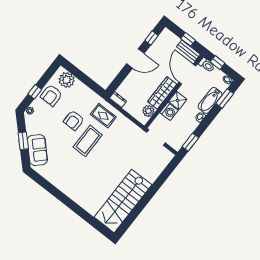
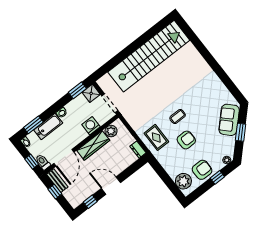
shower: (178, 100) -> (91, 93), moved
coffee table: (88, 141) -> (178, 117), width x0.54, depth x0.58
stairs: (123, 201) -> (149, 56), width x1.36

